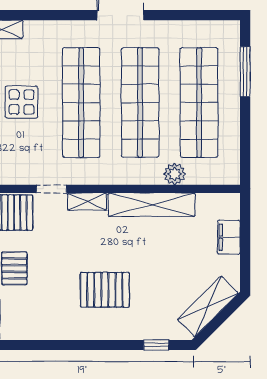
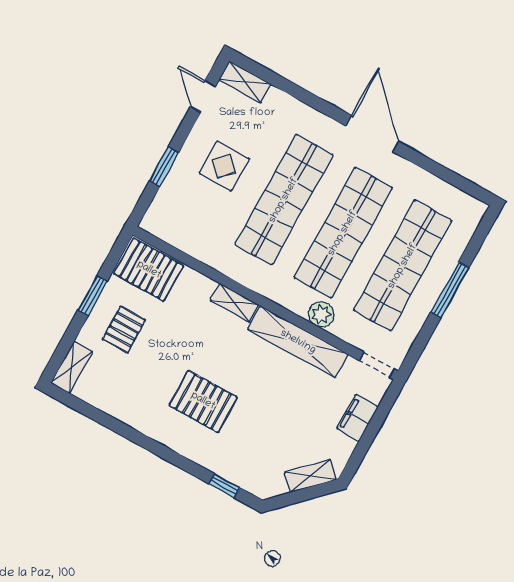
window: (245, 72) -> (450, 290), moved
plant: (175, 174) -> (321, 314), moved
doorway: (51, 189) -> (377, 365), moved
shelving: (208, 306) -> (310, 476), width x0.67, depth x0.75

